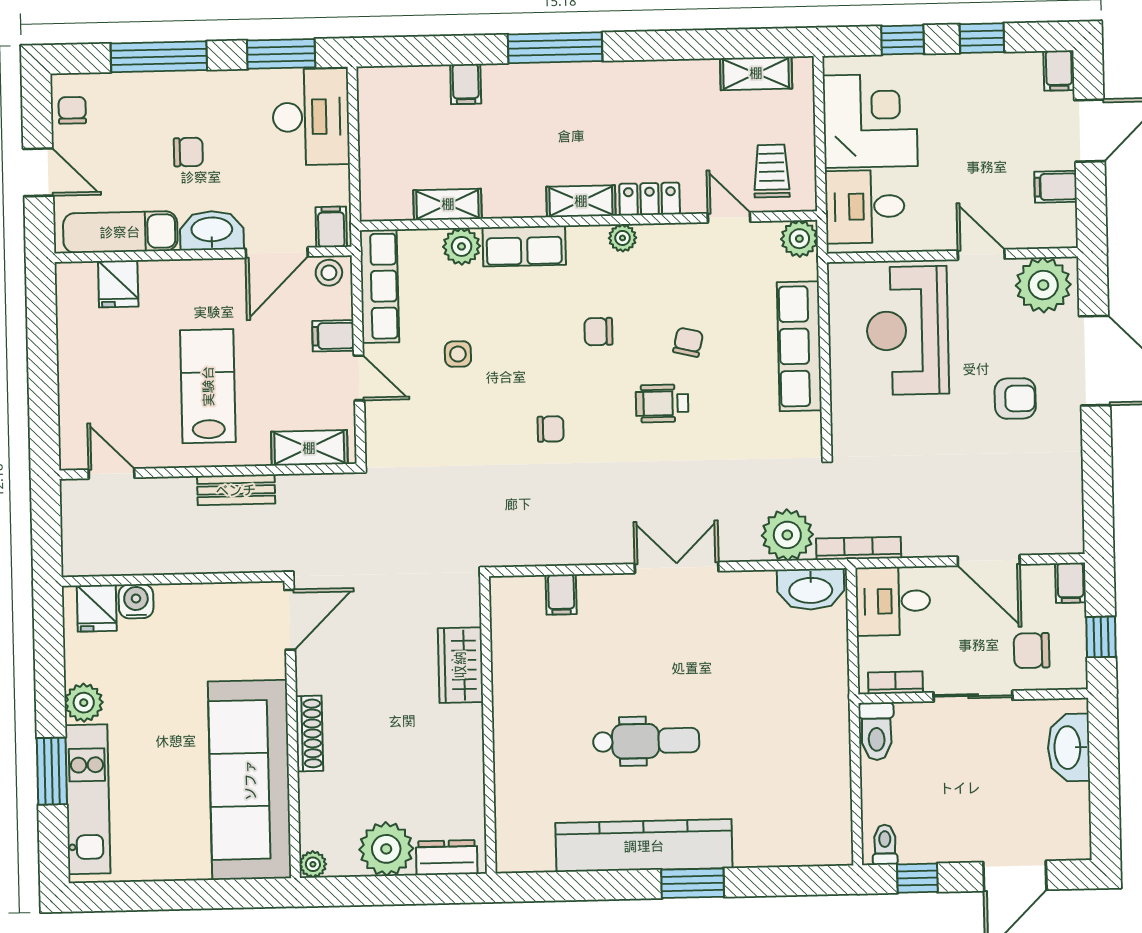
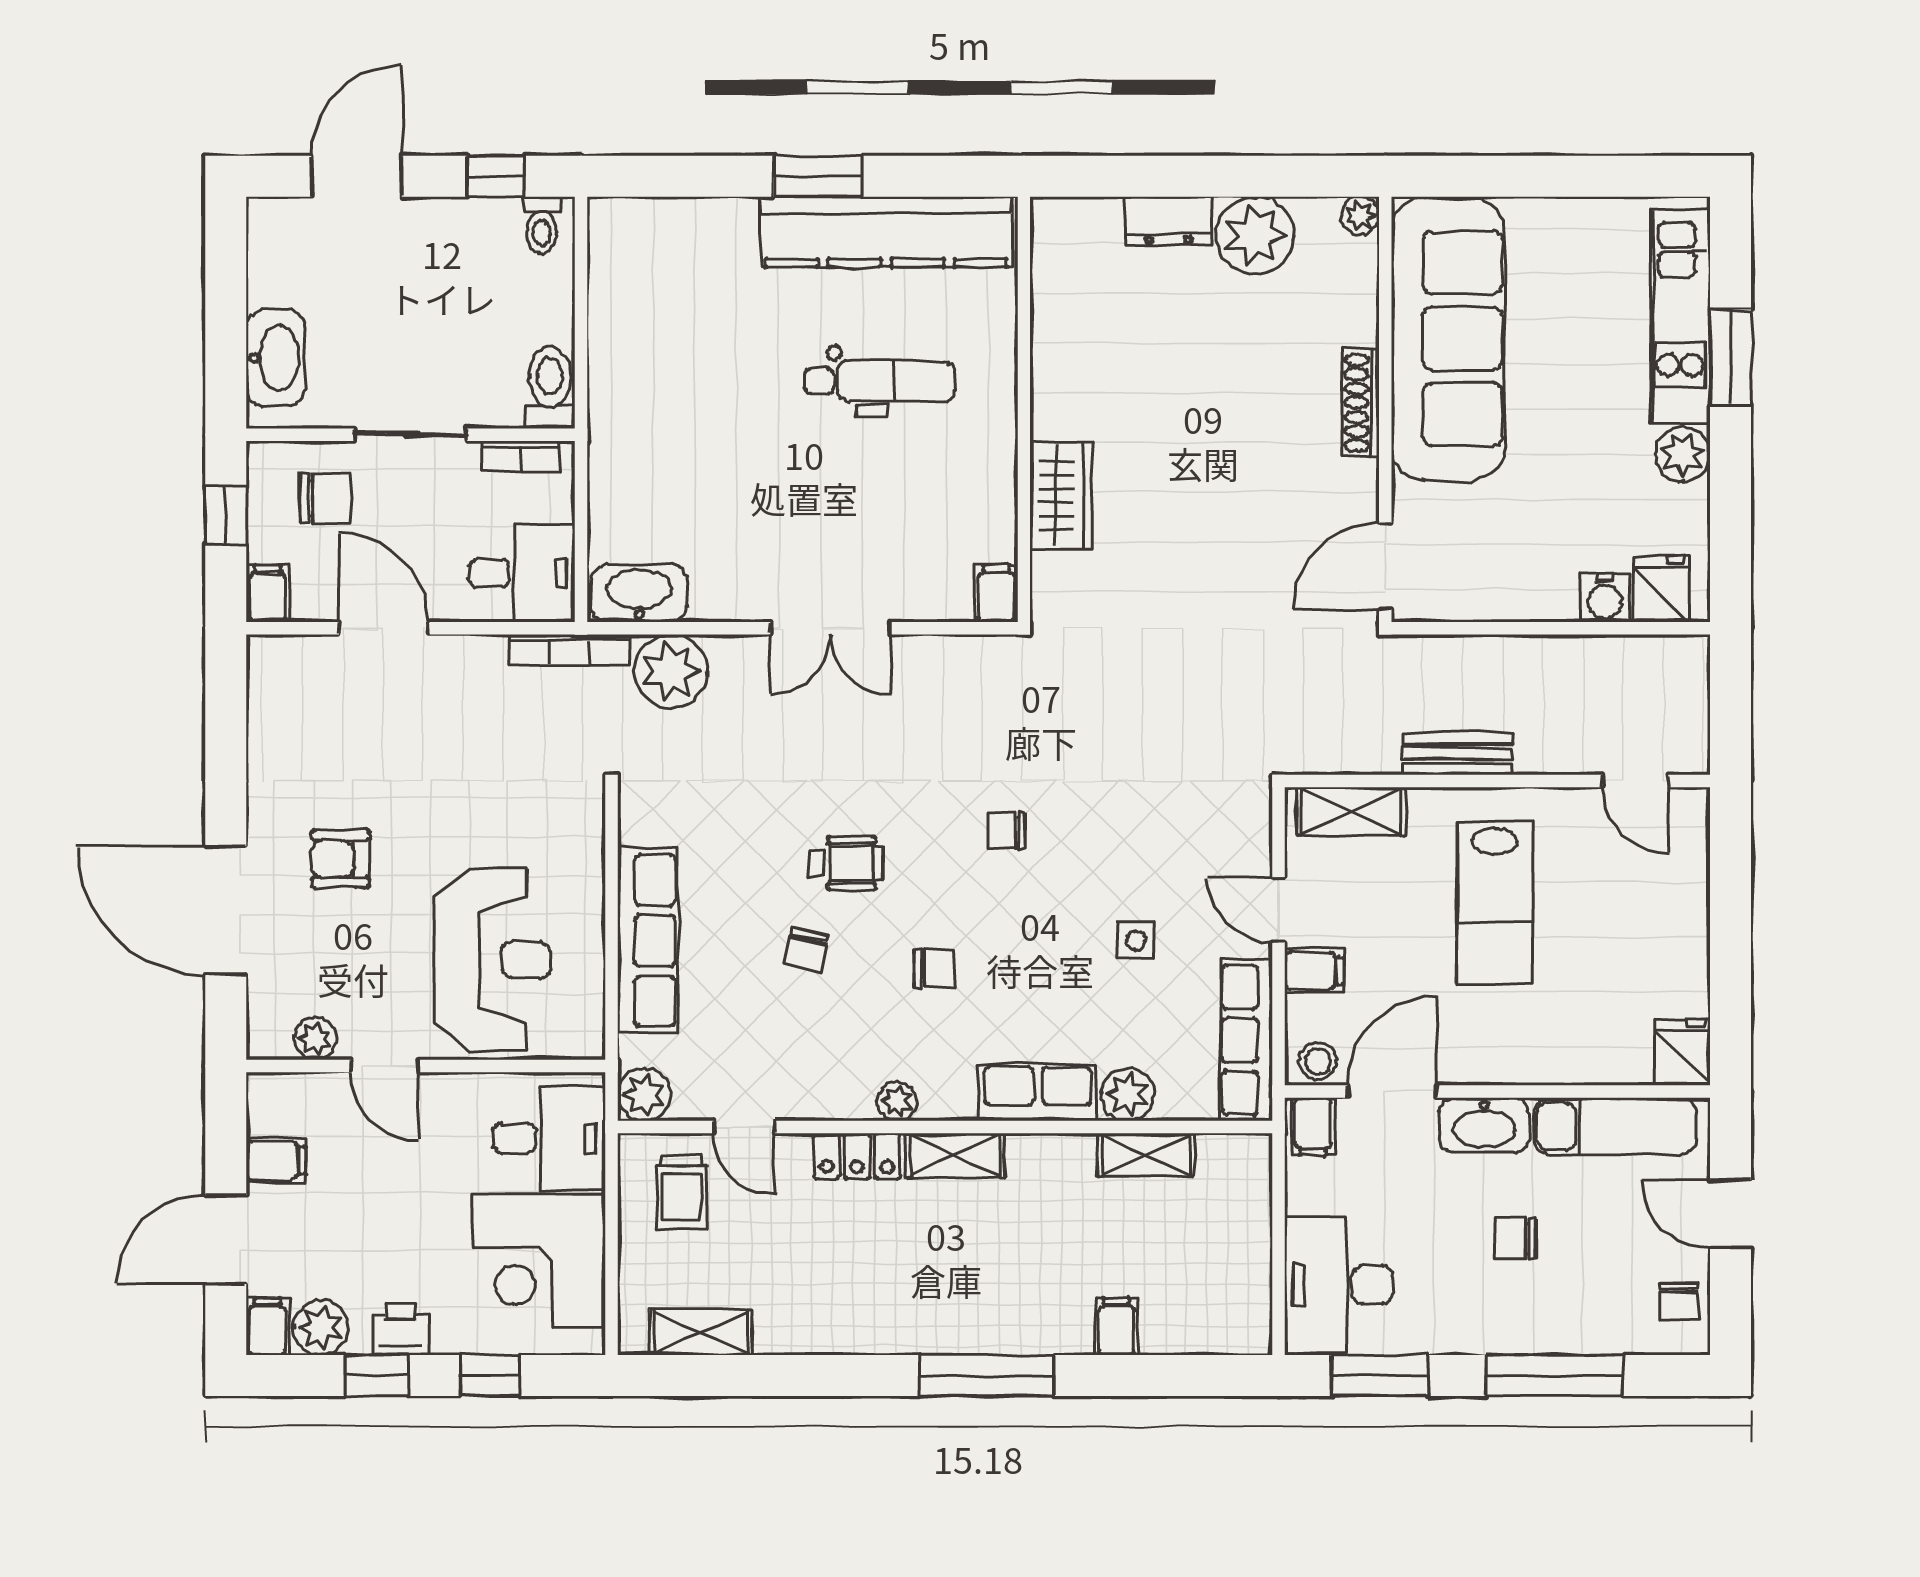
printer: (966, 70) -> (400, 1330), added
plant: (1022, 71) -> (321, 1328), added
fridge: (118, 284) -> (1682, 1052), moved
plant: (1043, 285) -> (315, 1039), width x0.53, depth x0.53
wardrobe: (460, 665) -> (1061, 496), moved
wall: (488, 725) -> (1024, 409), moved
dental chair: (646, 741) -> (880, 381), turned 180

